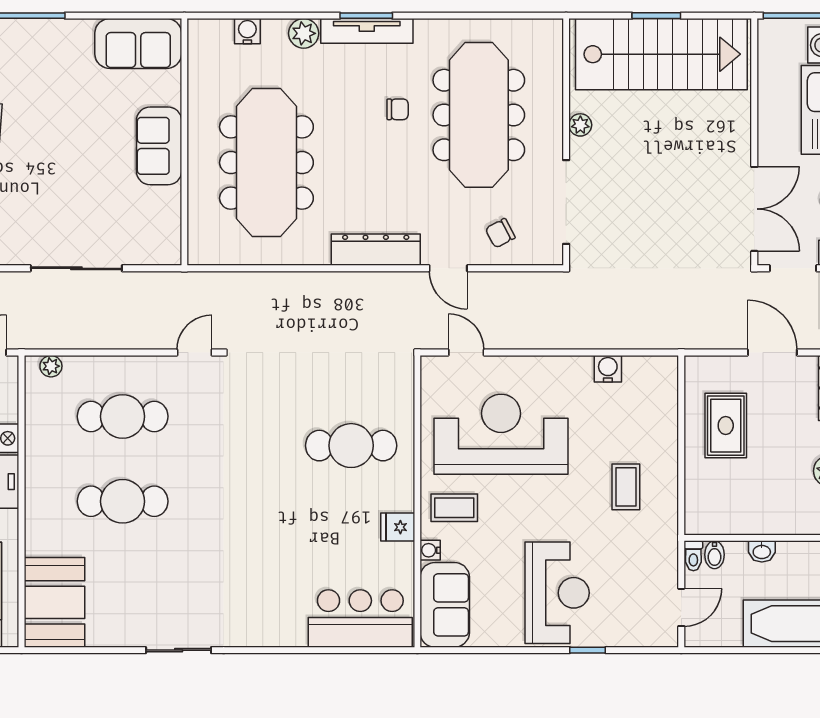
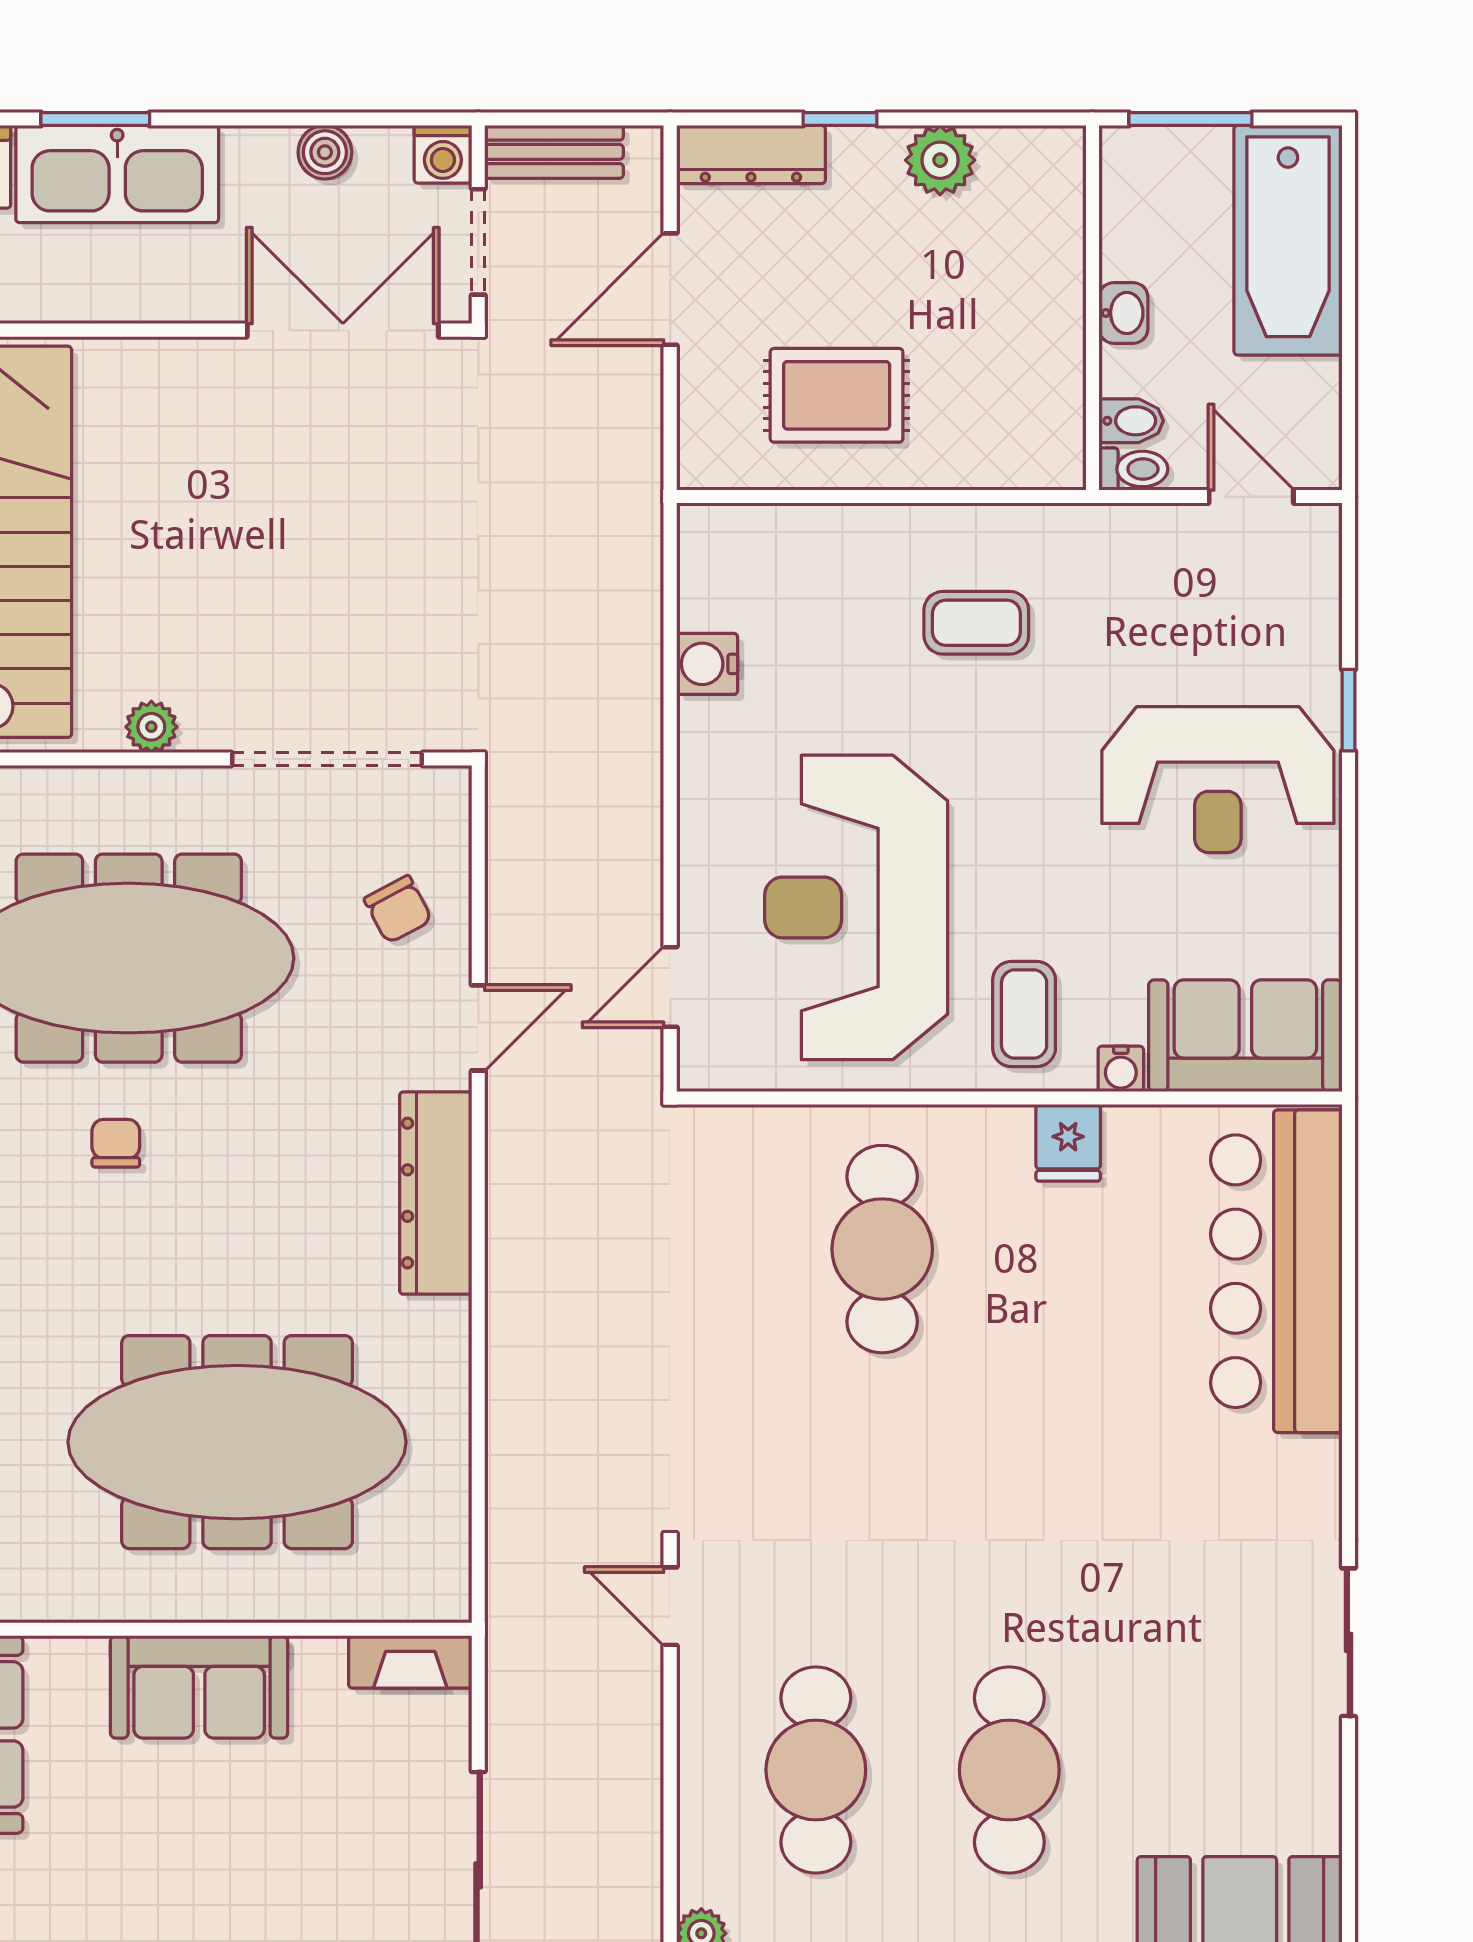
fireplace: (170, 238) -> (410, 1662), added
reception desk: (557, 593) -> (1218, 780), turned 180
bar counter: (360, 618) -> (1276, 1271), width x1.36

